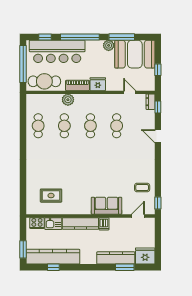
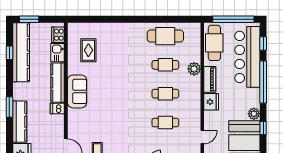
window: (122, 37) -> (263, 128), width x0.46
cafe table: (38, 126) -> (165, 36), width x1.37, depth x1.35
sofa: (107, 206) -> (77, 91), moved
window: (125, 267) -> (9, 107), moved

